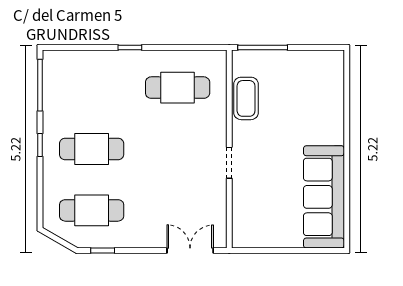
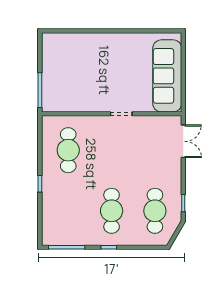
coffee table: (246, 98) -> (76, 102), removed
sofa: (324, 197) -> (167, 76), moved, turned 90
double door: (190, 251) -> (183, 141), swing flipped

